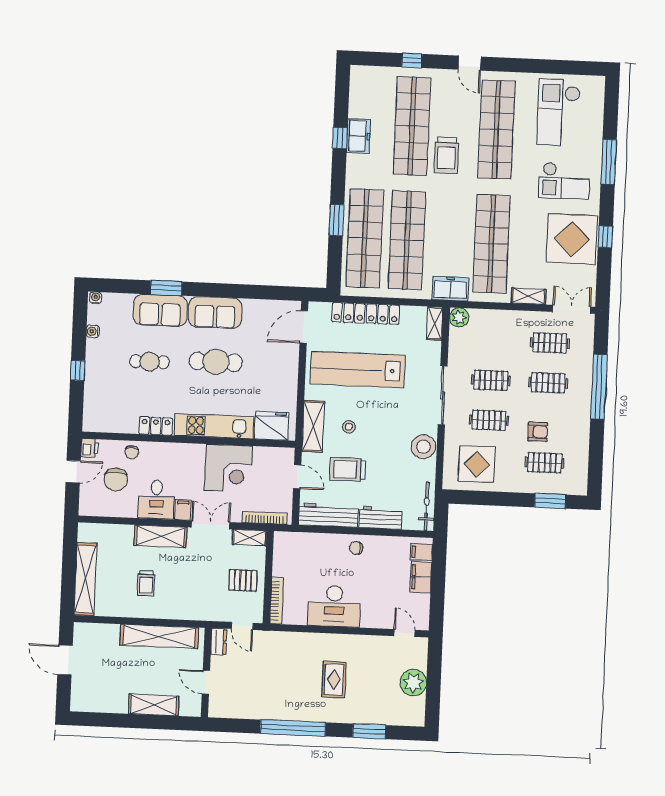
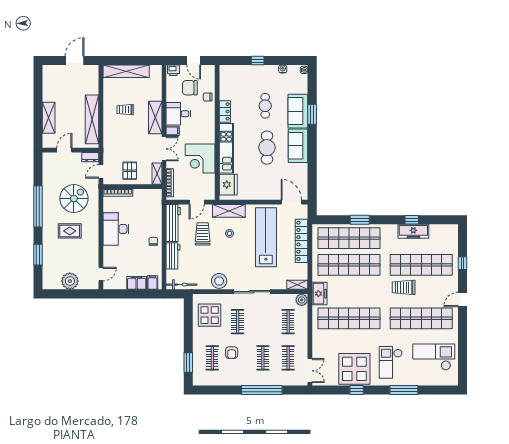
freezer: (358, 136) -> (413, 231), width x1.40
shelving: (529, 296) -> (317, 343), removed
clothes rail: (491, 380) -> (288, 322), moved
printer: (90, 448) -> (173, 70), moved
spiral stairs: (283, 671) -> (74, 199), added

